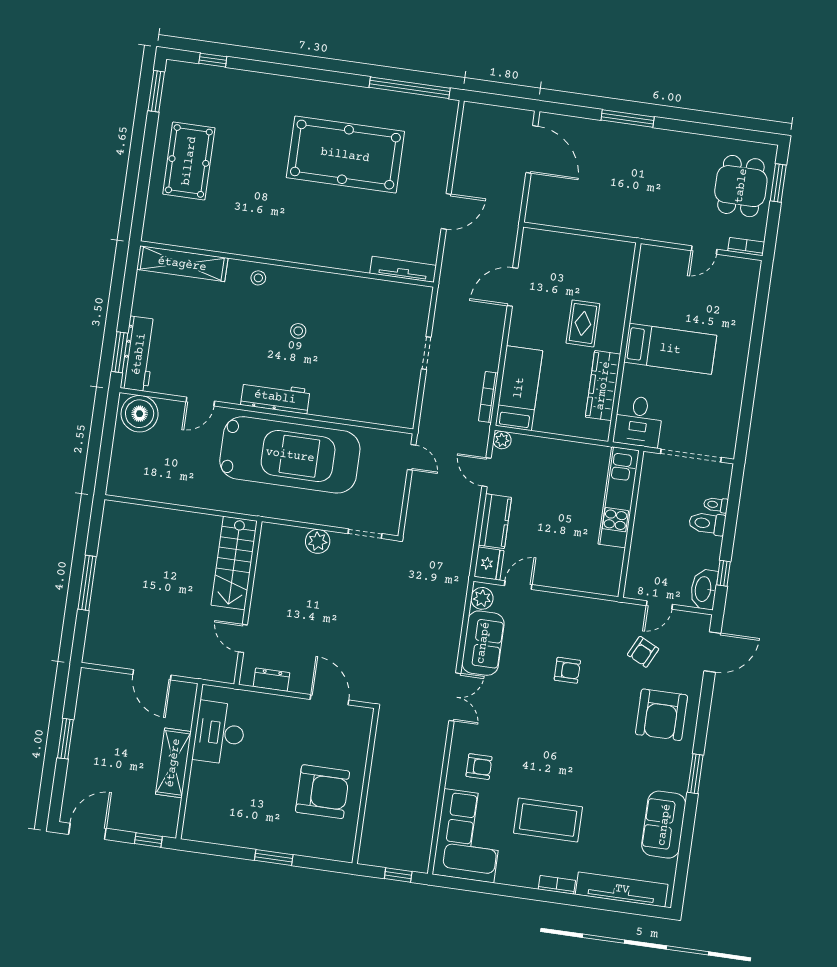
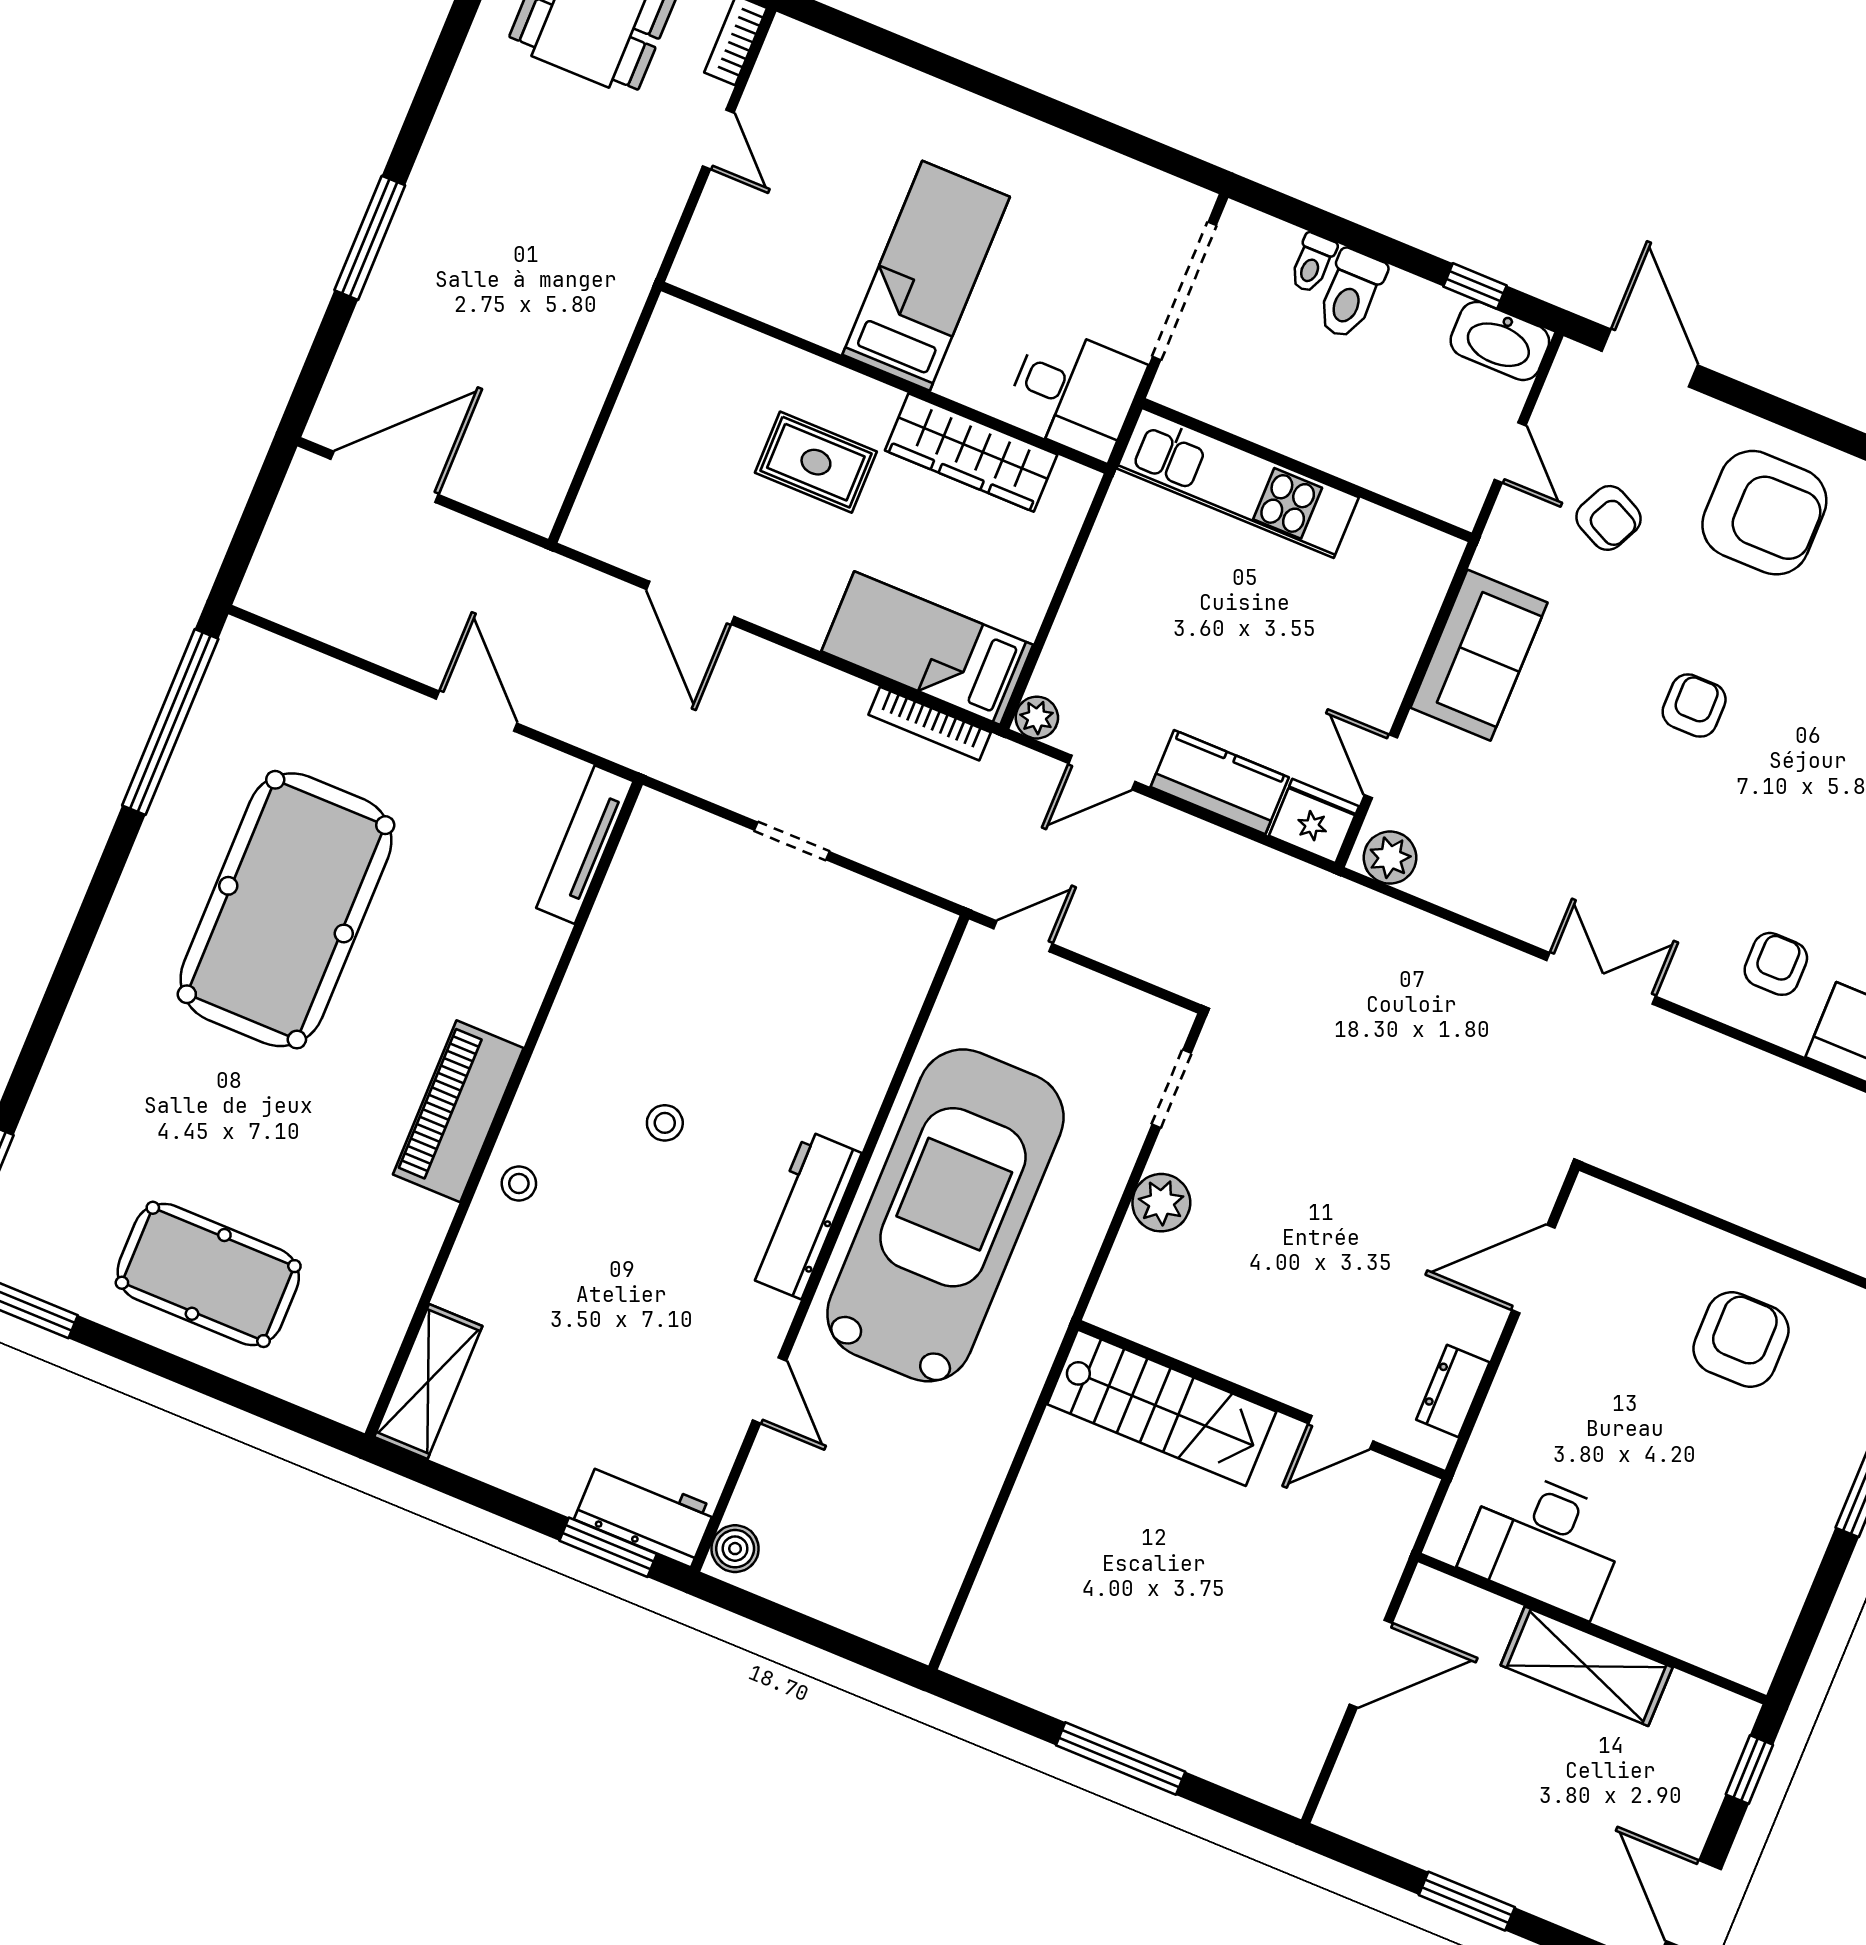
piano: (281, 246) -> (458, 1111), added
shelving: (182, 264) -> (428, 1382), width x0.68
workbench: (139, 354) -> (645, 1513), width x0.73
boiler: (140, 414) -> (735, 1549), width x0.54, depth x0.54
sofa: (483, 643) -> (1479, 655), moved, turned 90
armchair: (567, 670) -> (1694, 706), moved
armchair: (323, 792) -> (1741, 1339), width x0.73, depth x0.73

